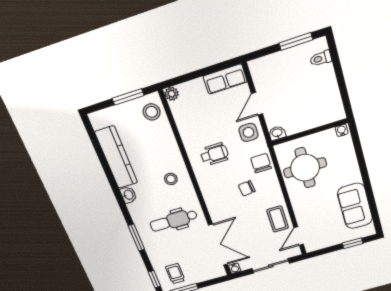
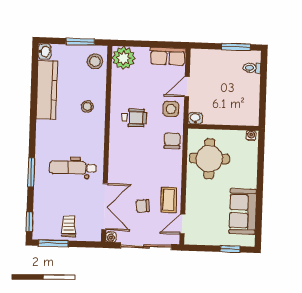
plant: (172, 94) -> (124, 58), width x1.88, depth x1.88
stool: (171, 179) -> (87, 107), moved
chair: (247, 188) -> (143, 206), moved
washbasin: (128, 195) -> (45, 51), moved
sliding door: (271, 266) -> (146, 246), width x1.37
trolley: (175, 274) -> (69, 226), moved

